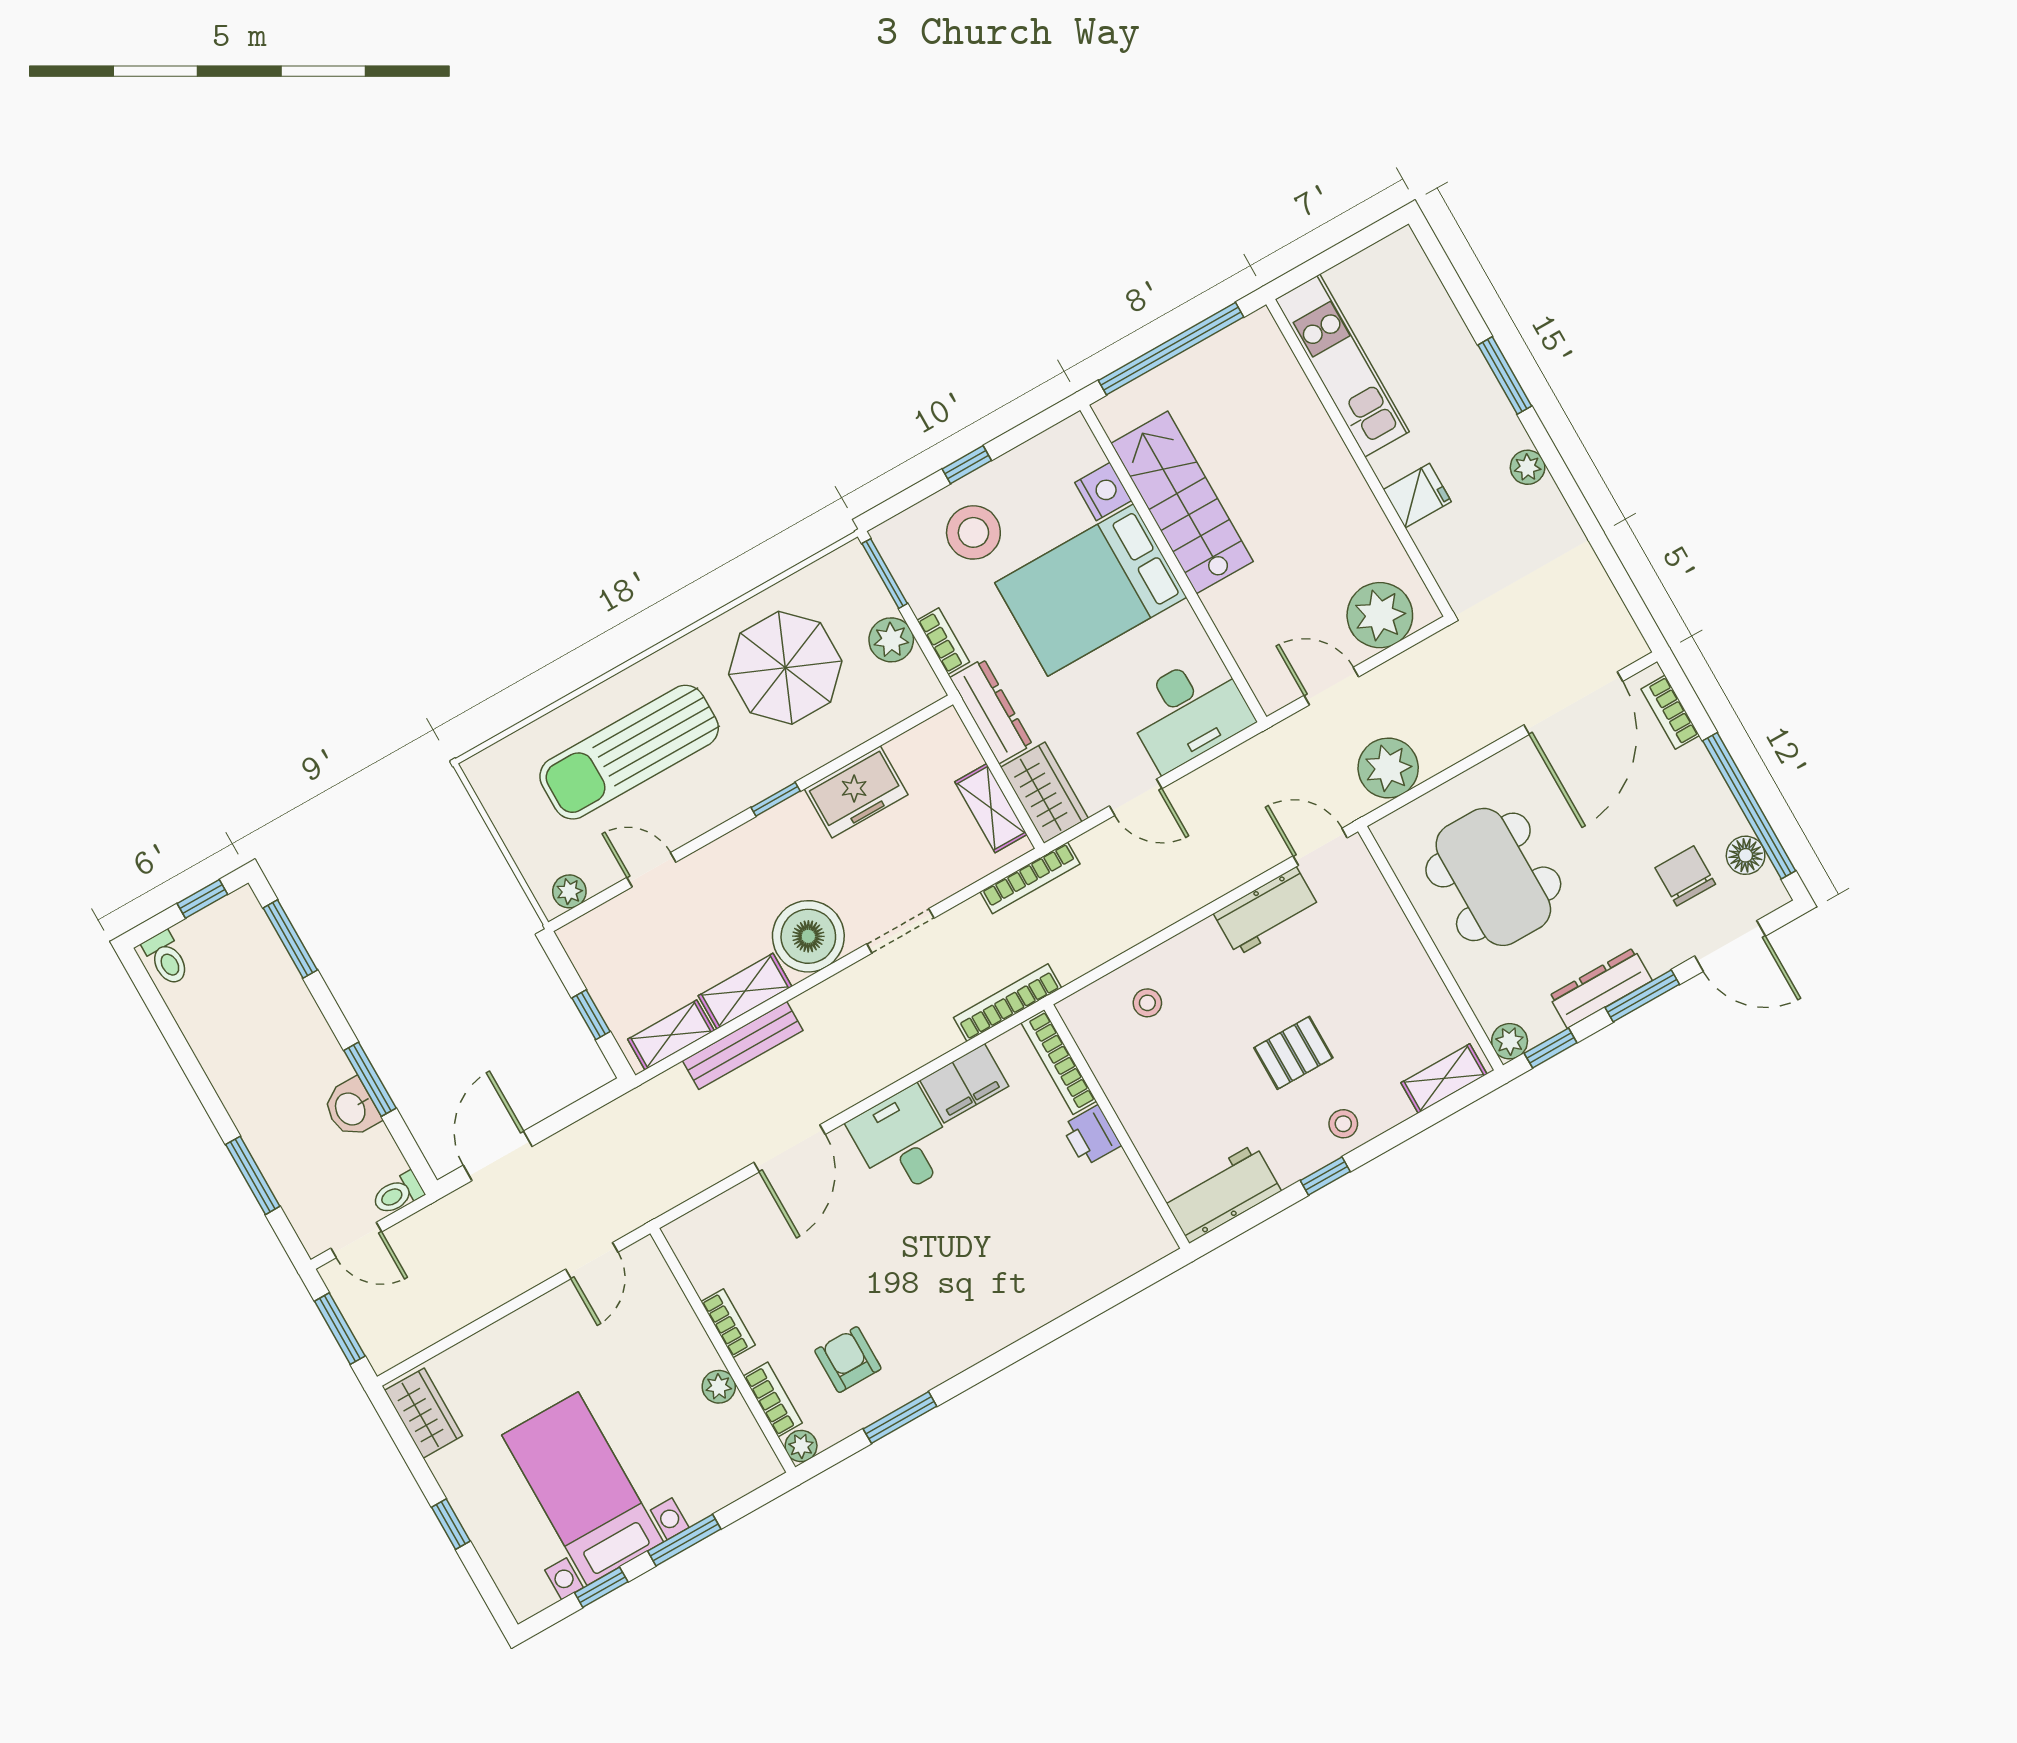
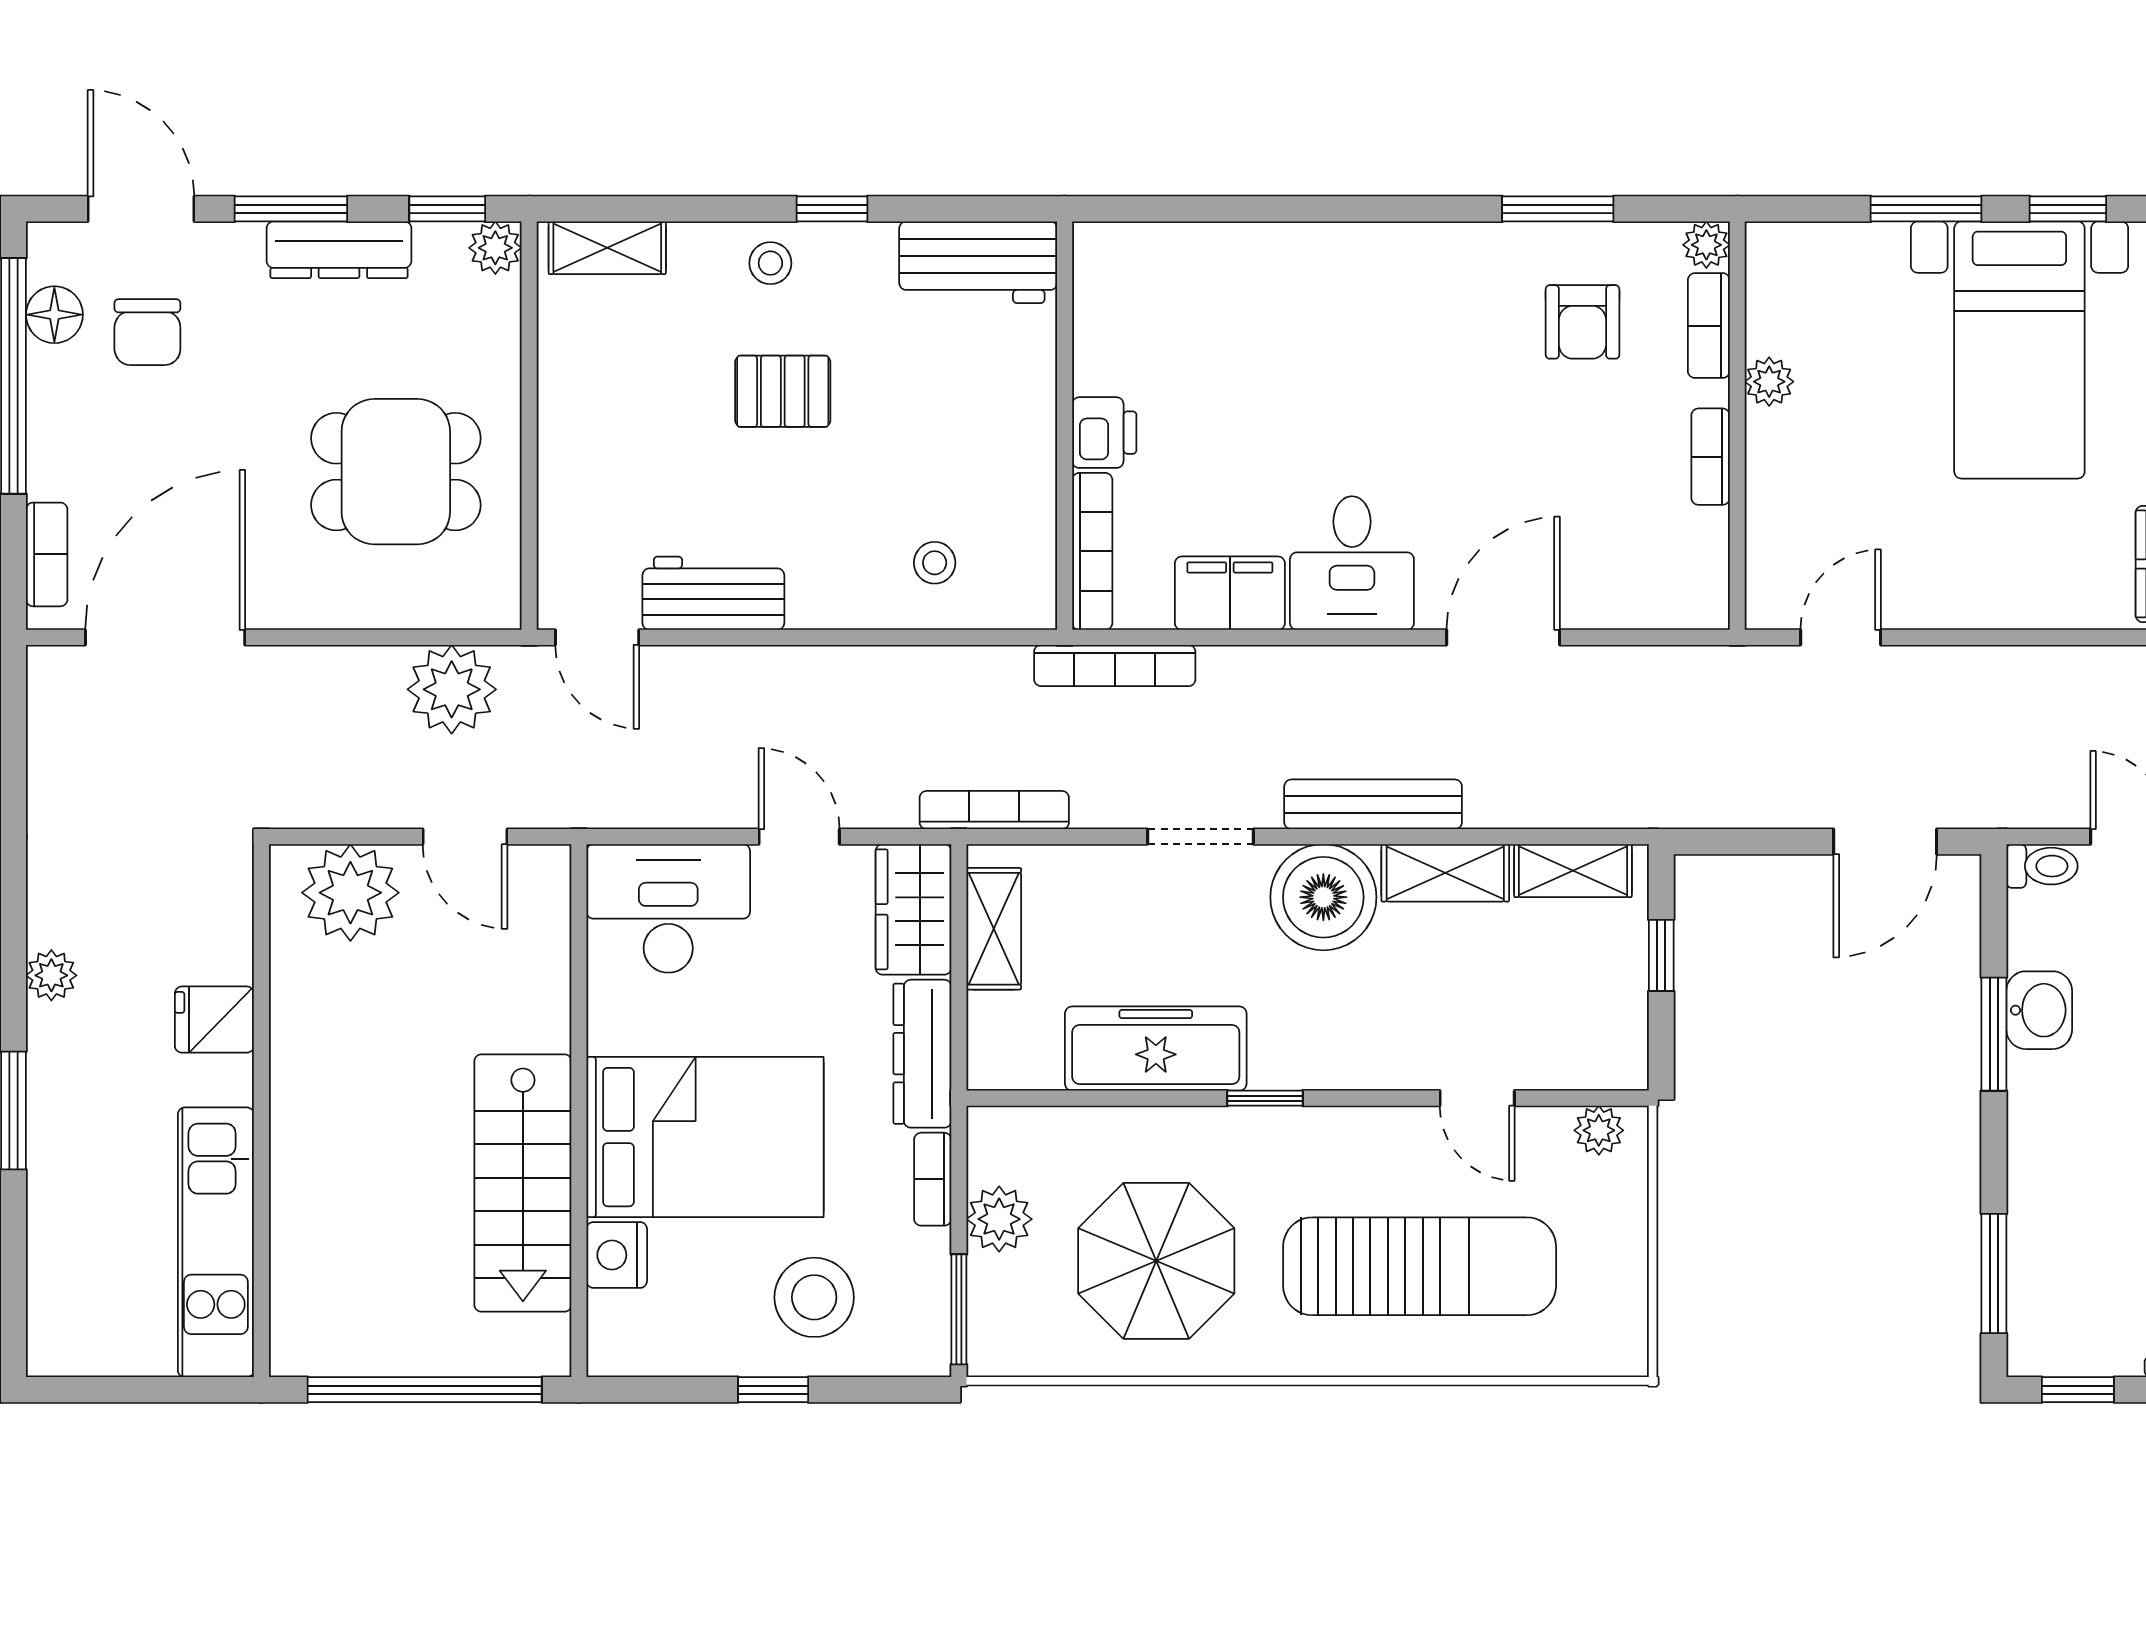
freezer: (856, 792) -> (1156, 1049), width x1.40
dining table: (1493, 877) -> (396, 472), width x0.73
bench: (743, 1046) -> (1373, 804), moved

